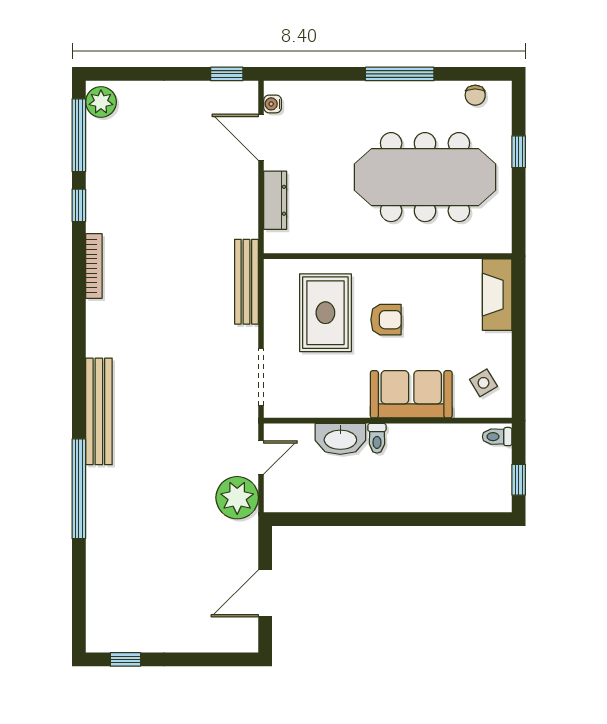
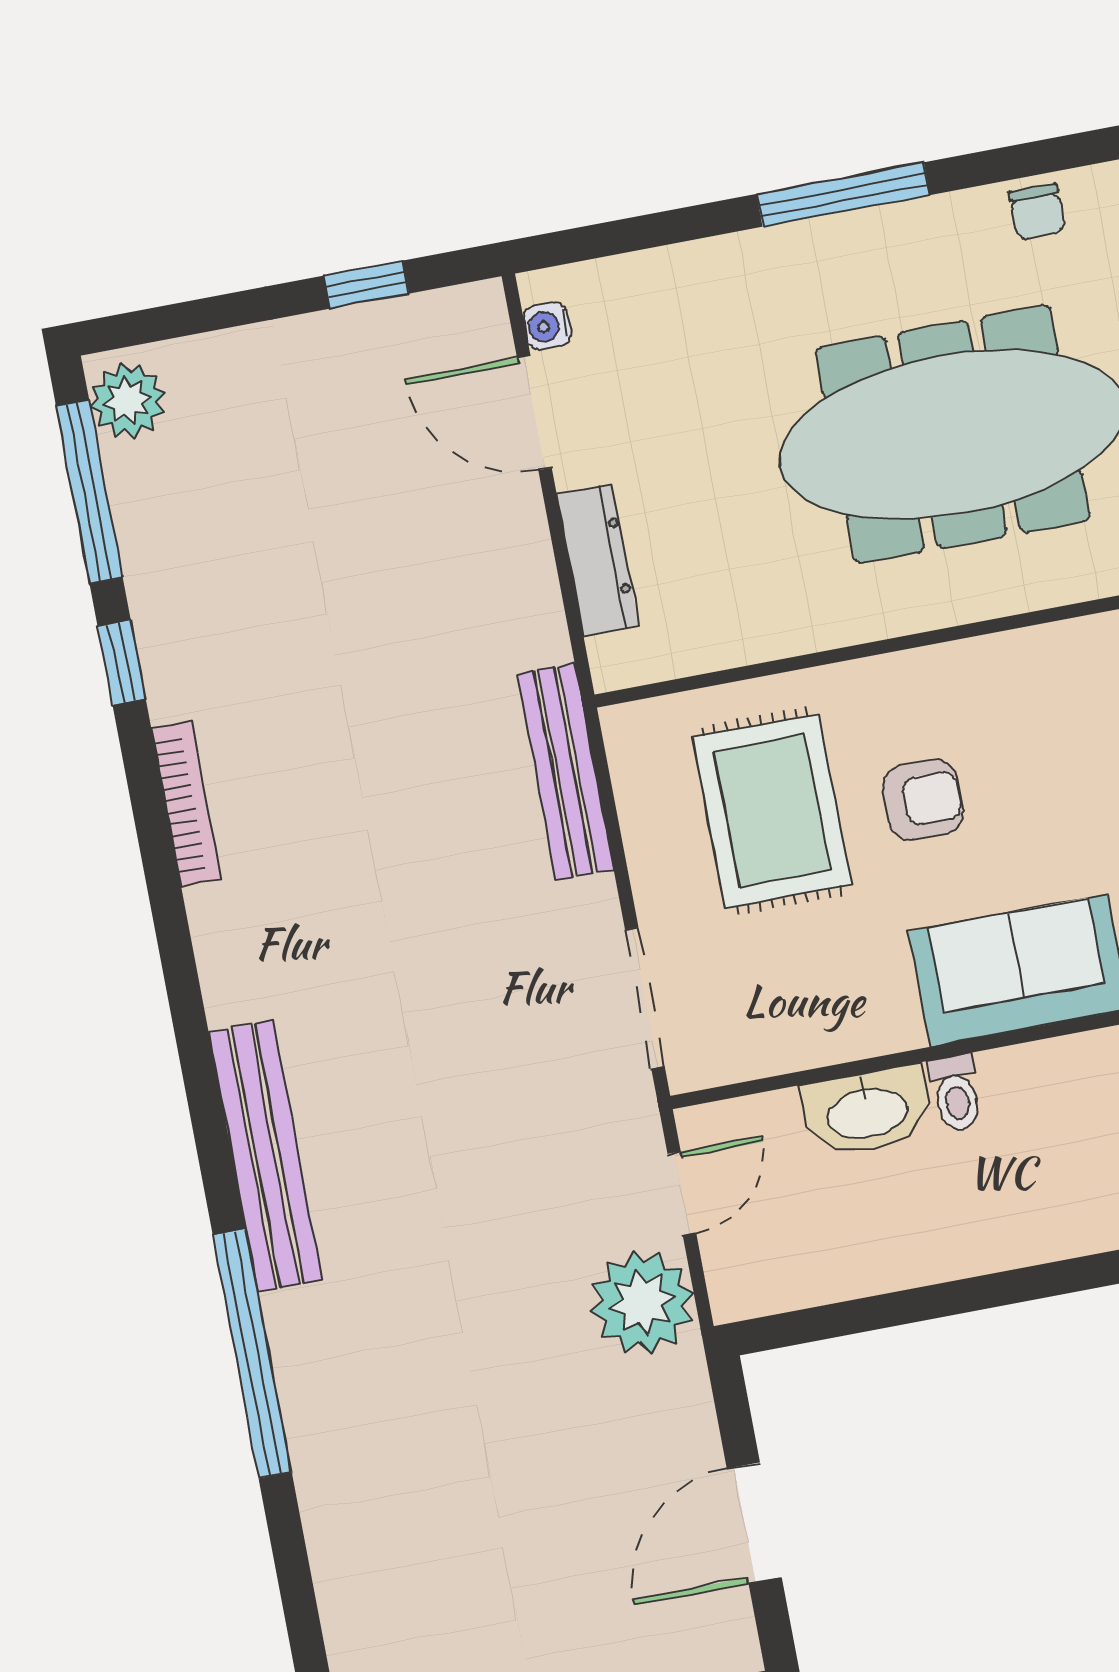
window: (227, 74) -> (366, 285), moved

